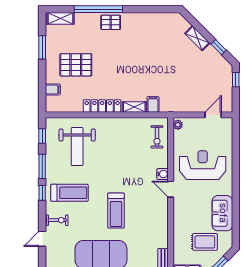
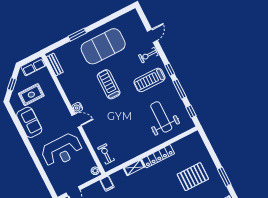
filing cabinet: (53, 89) -> (201, 150), removed
filing cabinet: (153, 104) -> (107, 184), moved
water cooler: (163, 174) -> (77, 108), moved

